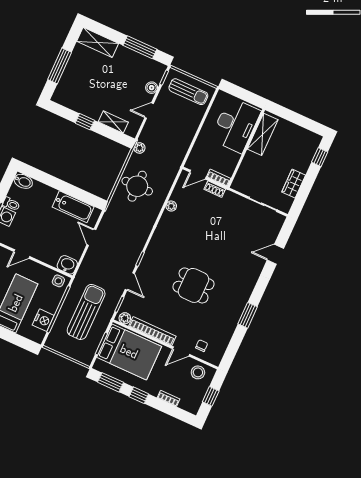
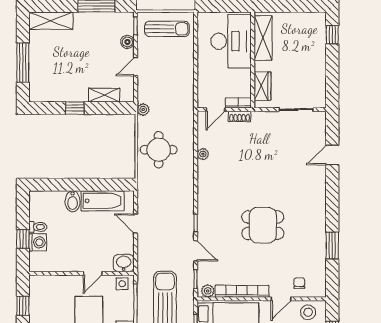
bidet: (23, 181) -> (73, 201), moved, turned 90
wardrobe: (294, 184) -> (262, 86), moved, turned 180
door: (22, 254) -> (93, 273), moved
window: (248, 315) -> (332, 246), moved

